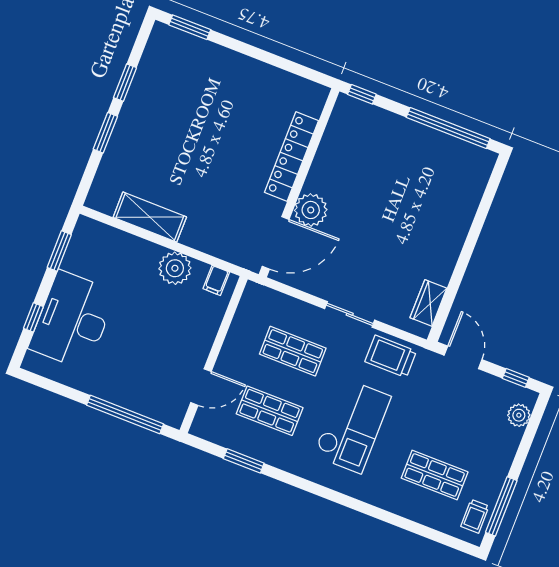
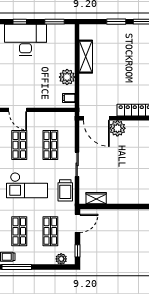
trolley: (391, 356) -> (65, 190), turned 180
shop shelf: (458, 415) -> (50, 231), added

